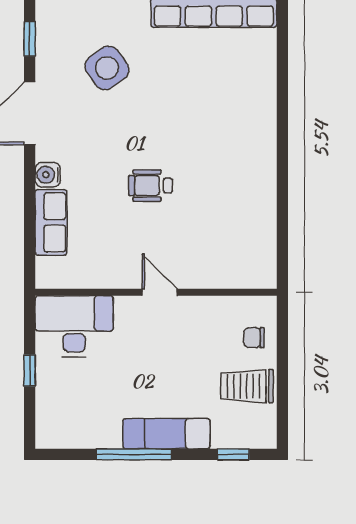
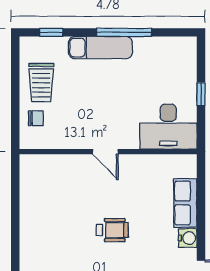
trolley: (247, 386) -> (41, 83), turned 90

